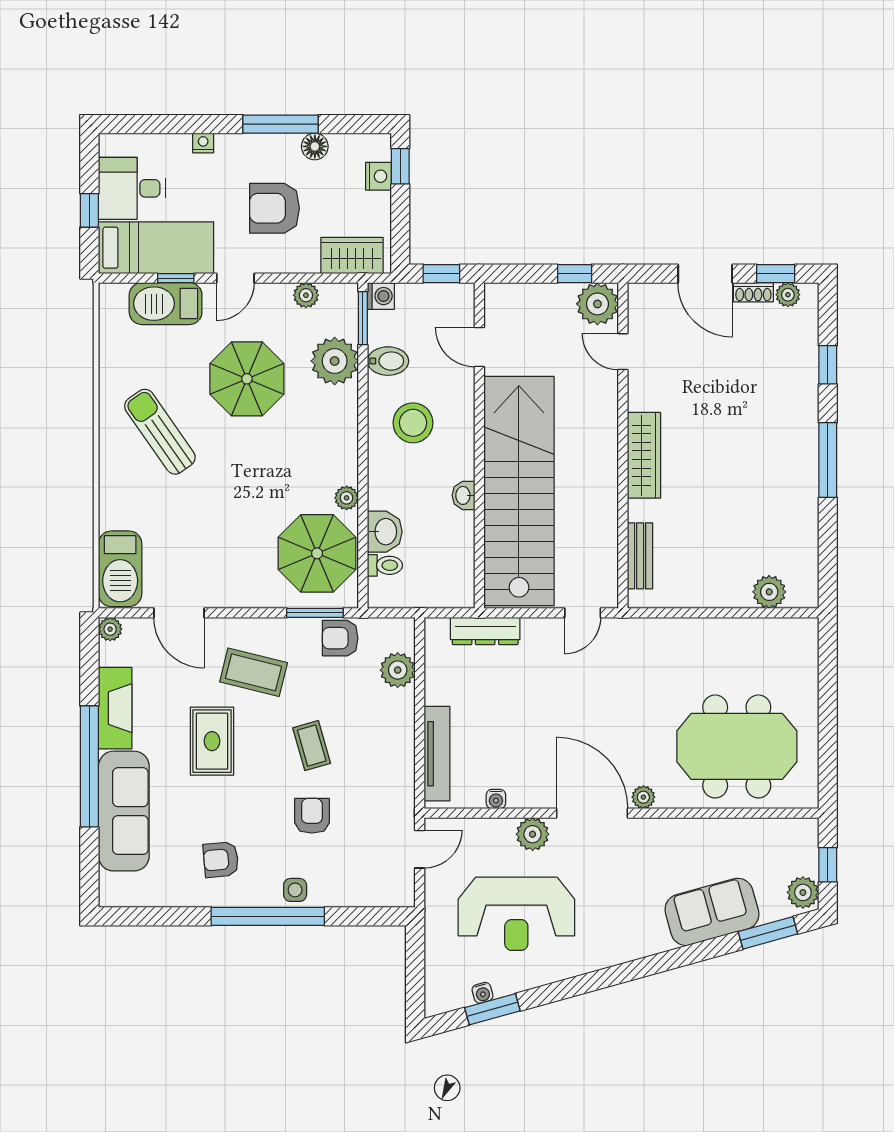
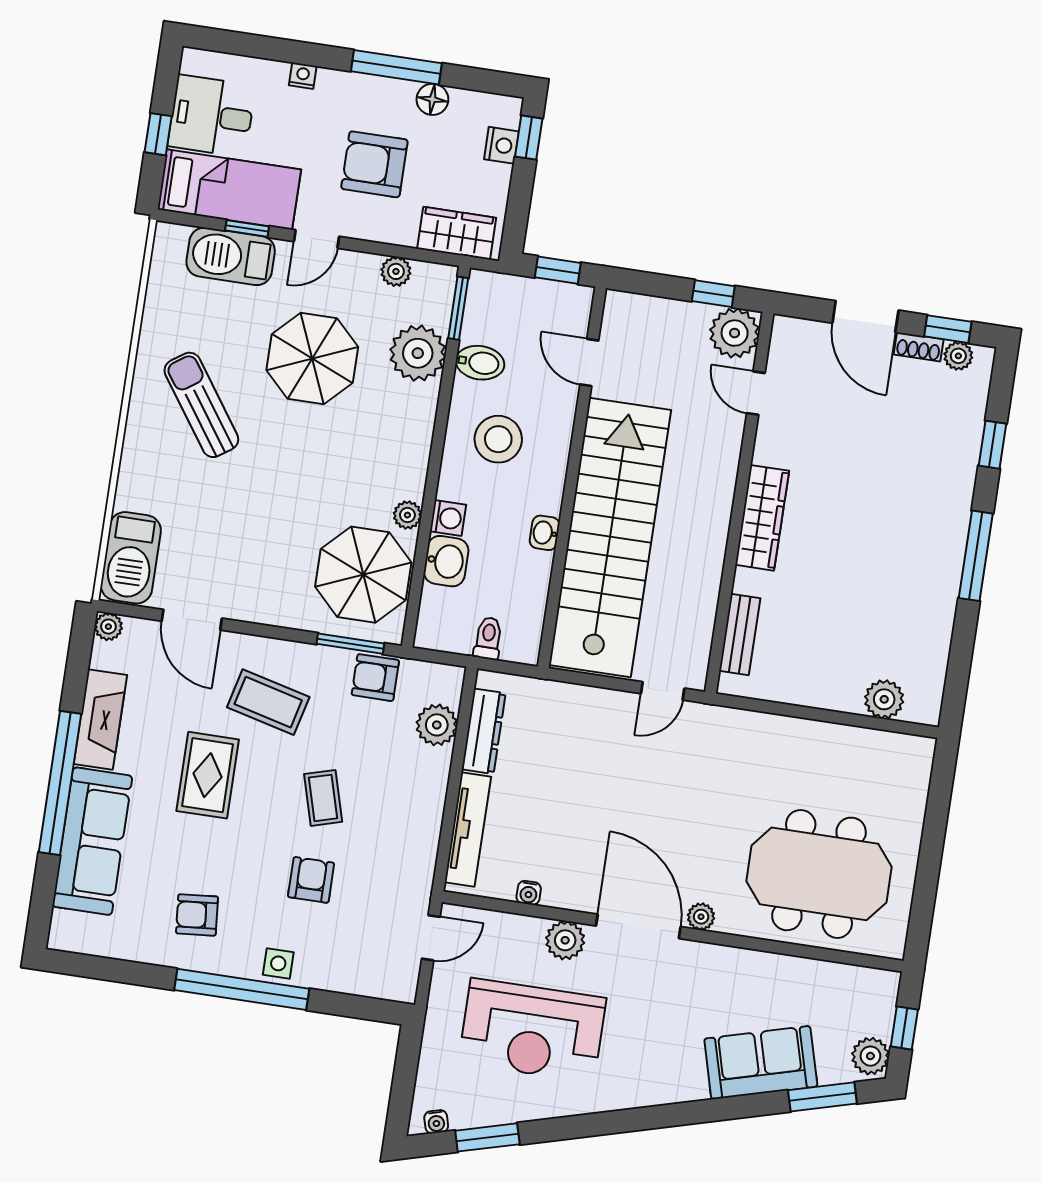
washing machine: (381, 296) -> (448, 518), moved
toilet: (385, 565) -> (488, 638), moved, turned -90
dresser: (485, 631) -> (484, 731), moved, turned -90
water cooler: (483, 993) -> (436, 1122), moved

